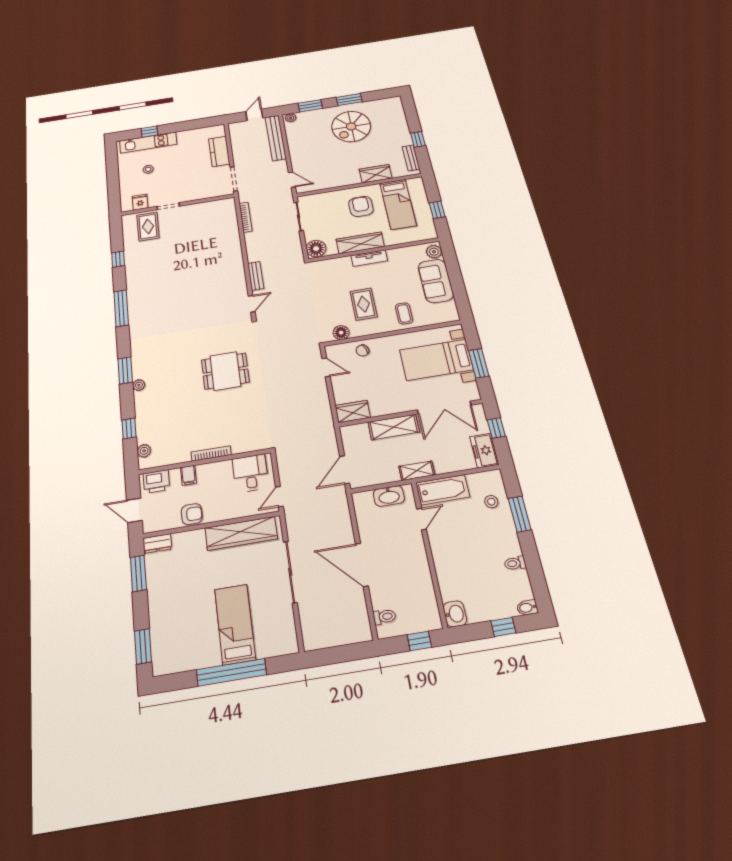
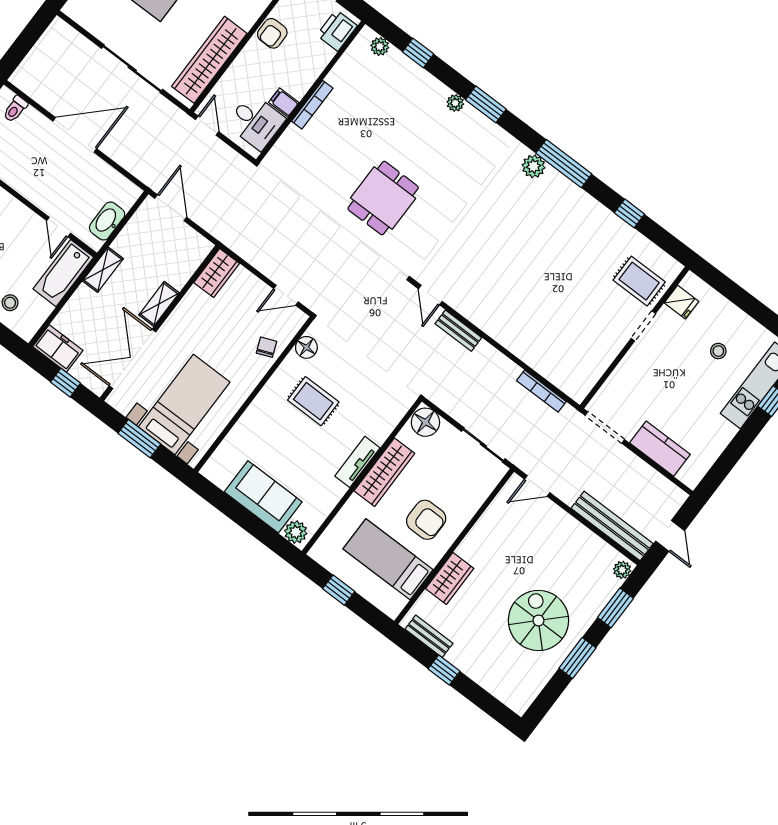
coffee table: (404, 313) -> (262, 428), removed
plant: (136, 320) -> (534, 166), added
shelving: (394, 427) -> (159, 304), width x0.67, depth x0.75
filing cabinet: (188, 475) -> (284, 102), moved

